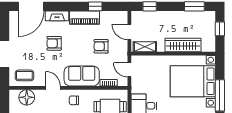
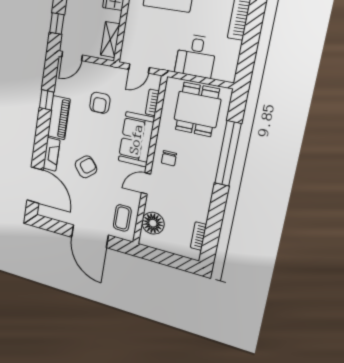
door: (129, 32) -> (72, 56), moved
armchair: (54, 43) -> (86, 167), turned -130

